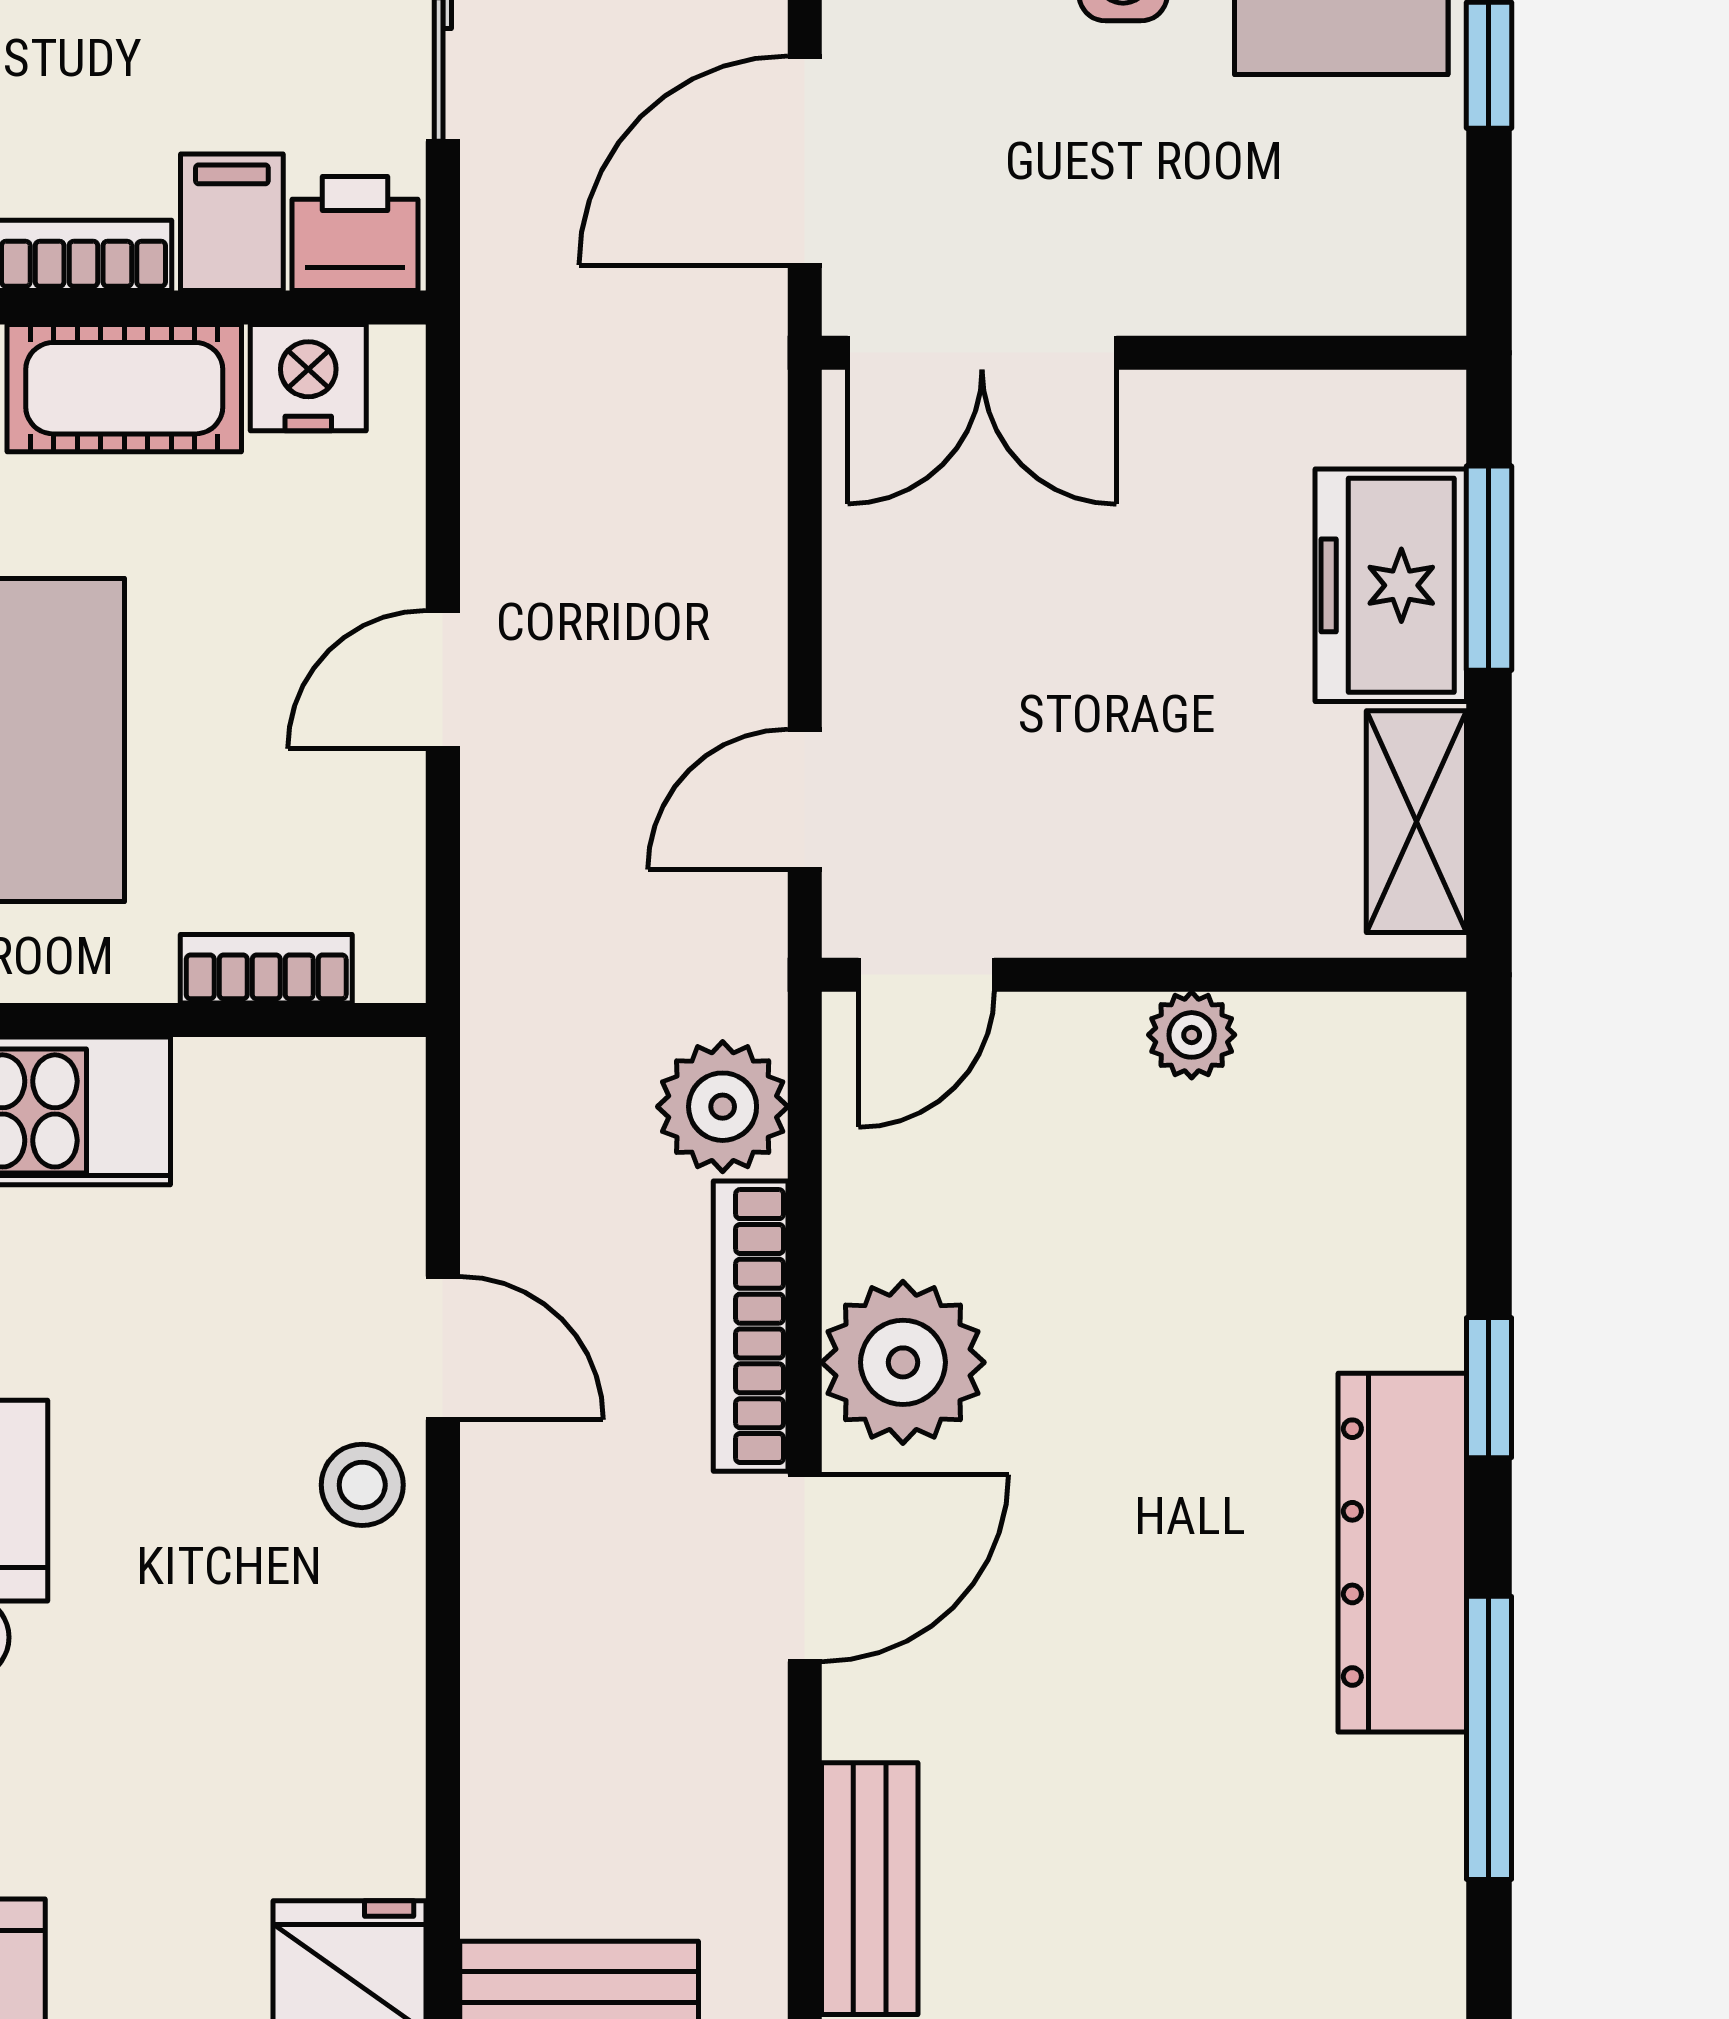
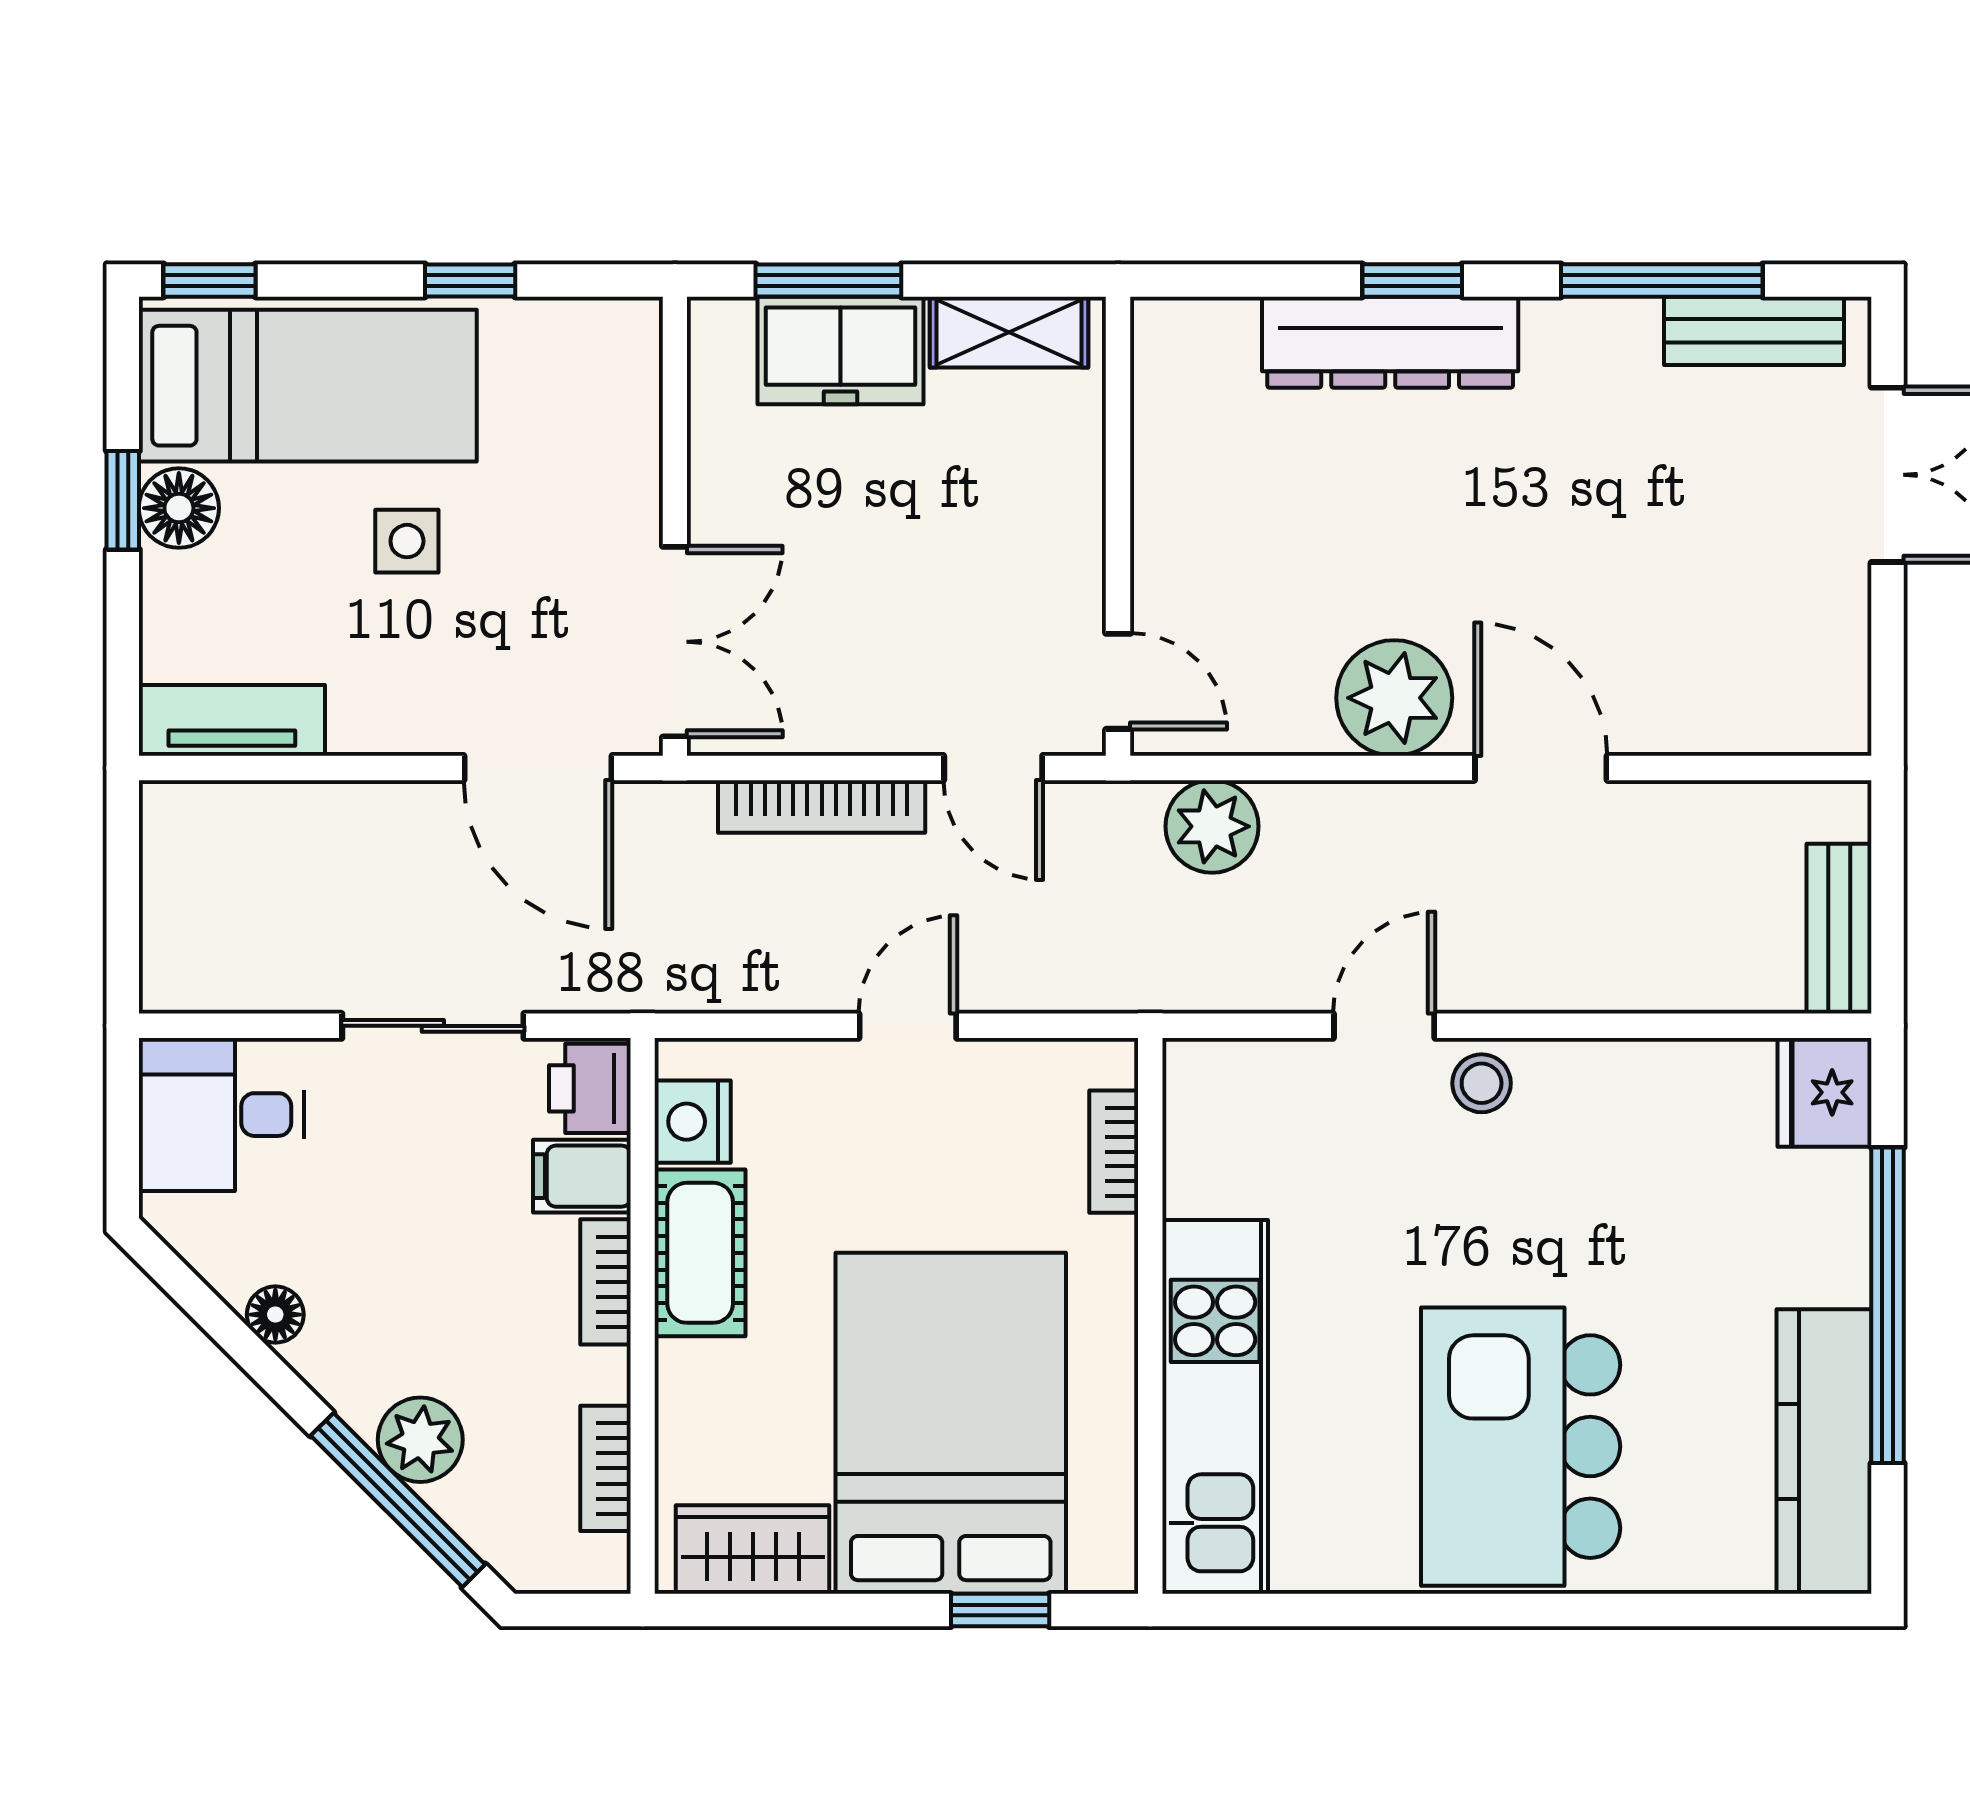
door: (443, 680) -> (908, 1026), swing flipped
plant: (1192, 1035) -> (1161, 492), removed
bookcase: (751, 1326) -> (822, 807), moved
dresser: (1402, 1553) -> (1390, 342), moved
bench: (870, 1889) -> (1754, 331), moved

